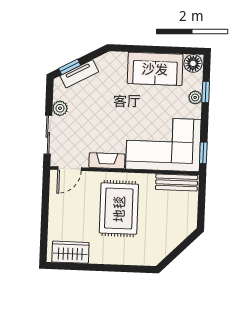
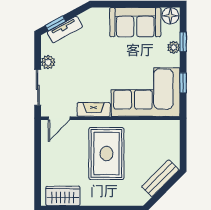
window: (203, 153) -> (183, 83), moved
bench: (177, 182) -> (160, 178), moved, turned -45

